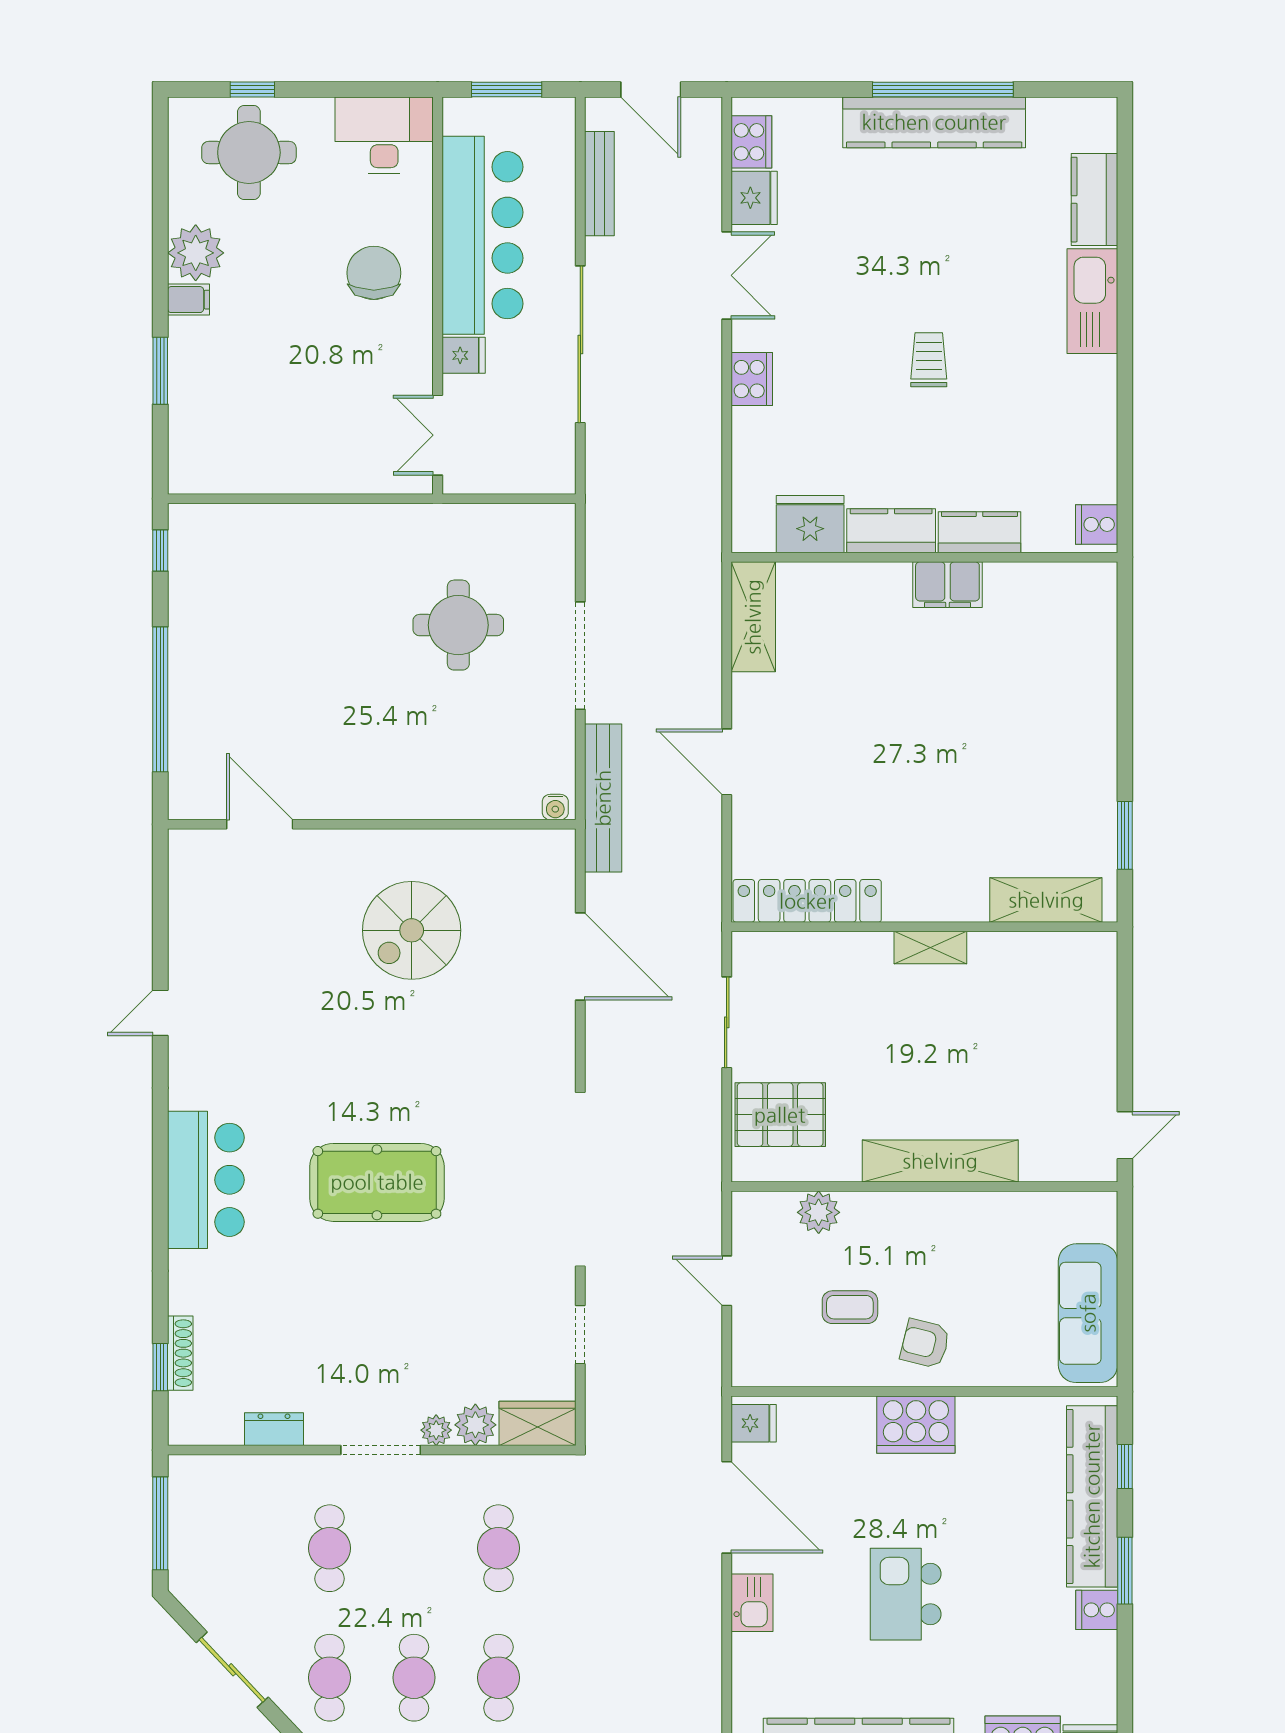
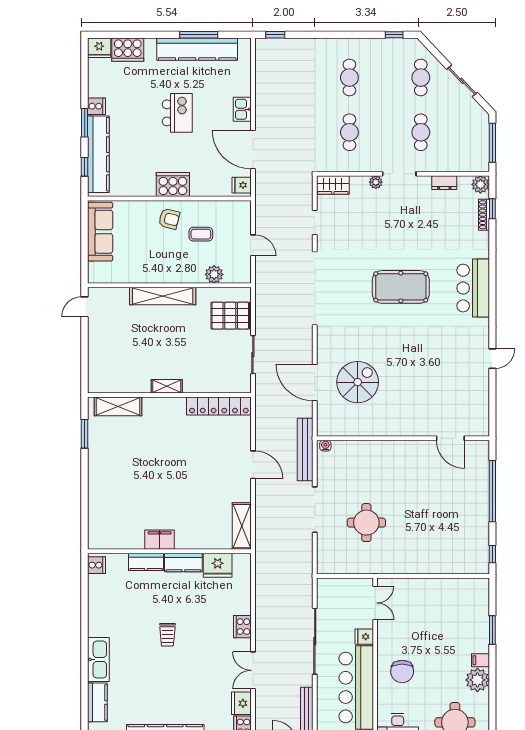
spiral stairs: (412, 930) -> (358, 382), moved
plant: (475, 1425) -> (480, 184), moved
cafe table: (414, 1678) -> (385, 78), removed

